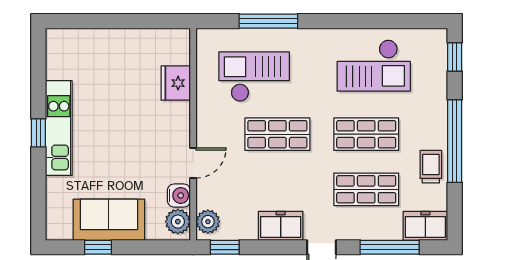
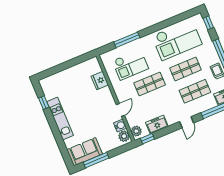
checkout: (374, 66) -> (177, 40), width x1.36, depth x1.21
checkout: (254, 77) -> (130, 65), turned 180
window: (38, 133) -> (44, 103), moved
sofa: (109, 220) -> (85, 152), moved
freezer: (281, 226) -> (157, 124), moved
window: (98, 247) -> (96, 160), width x2.17

